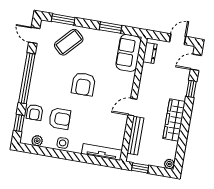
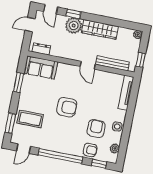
door: (178, 39) -> (30, 25), hinge flipped
coffee table: (69, 42) -> (30, 119), turned -43
plant: (178, 90) -> (74, 26), added

